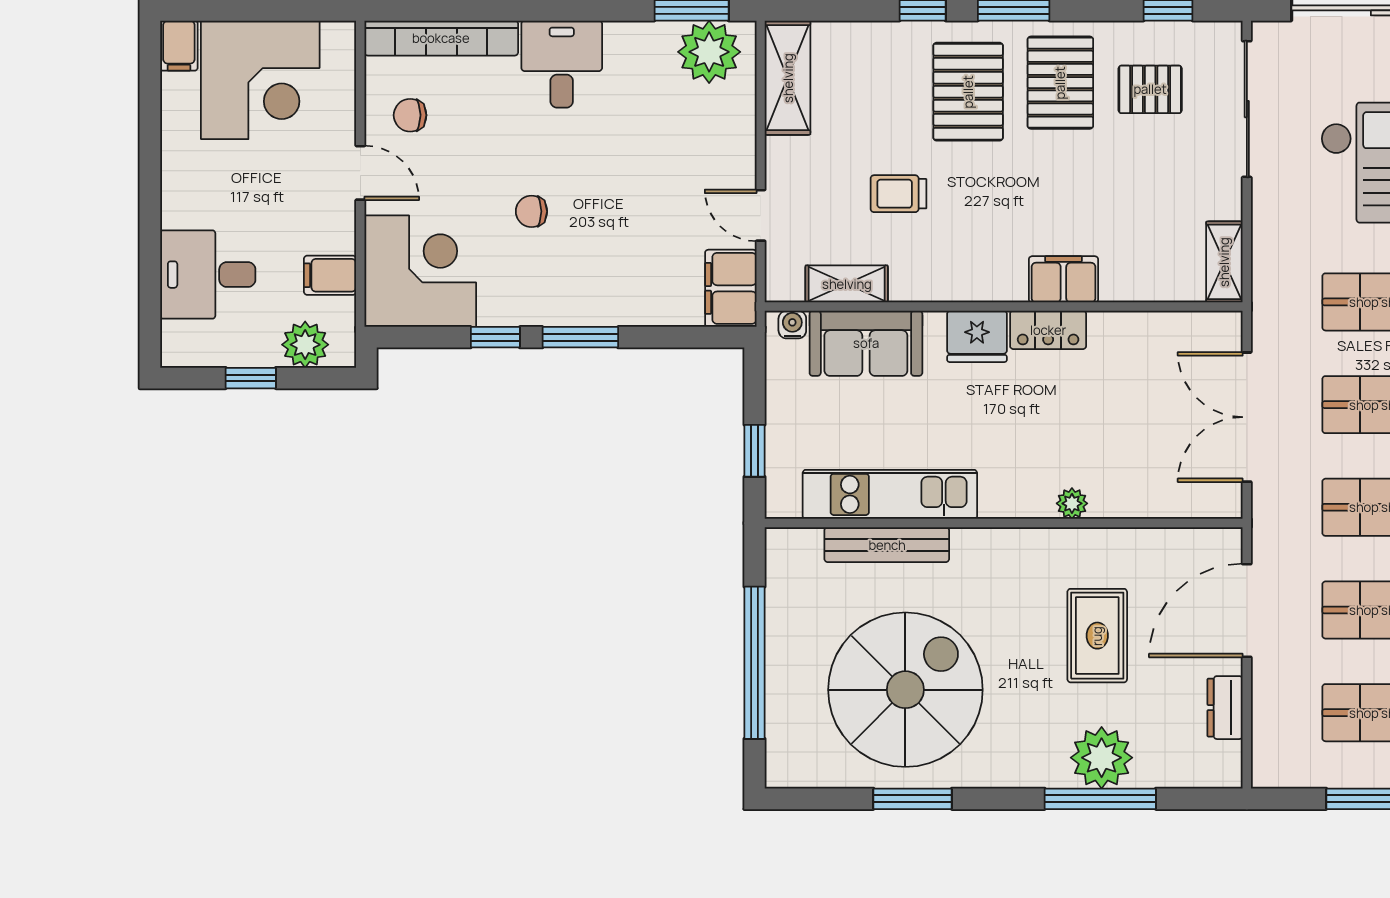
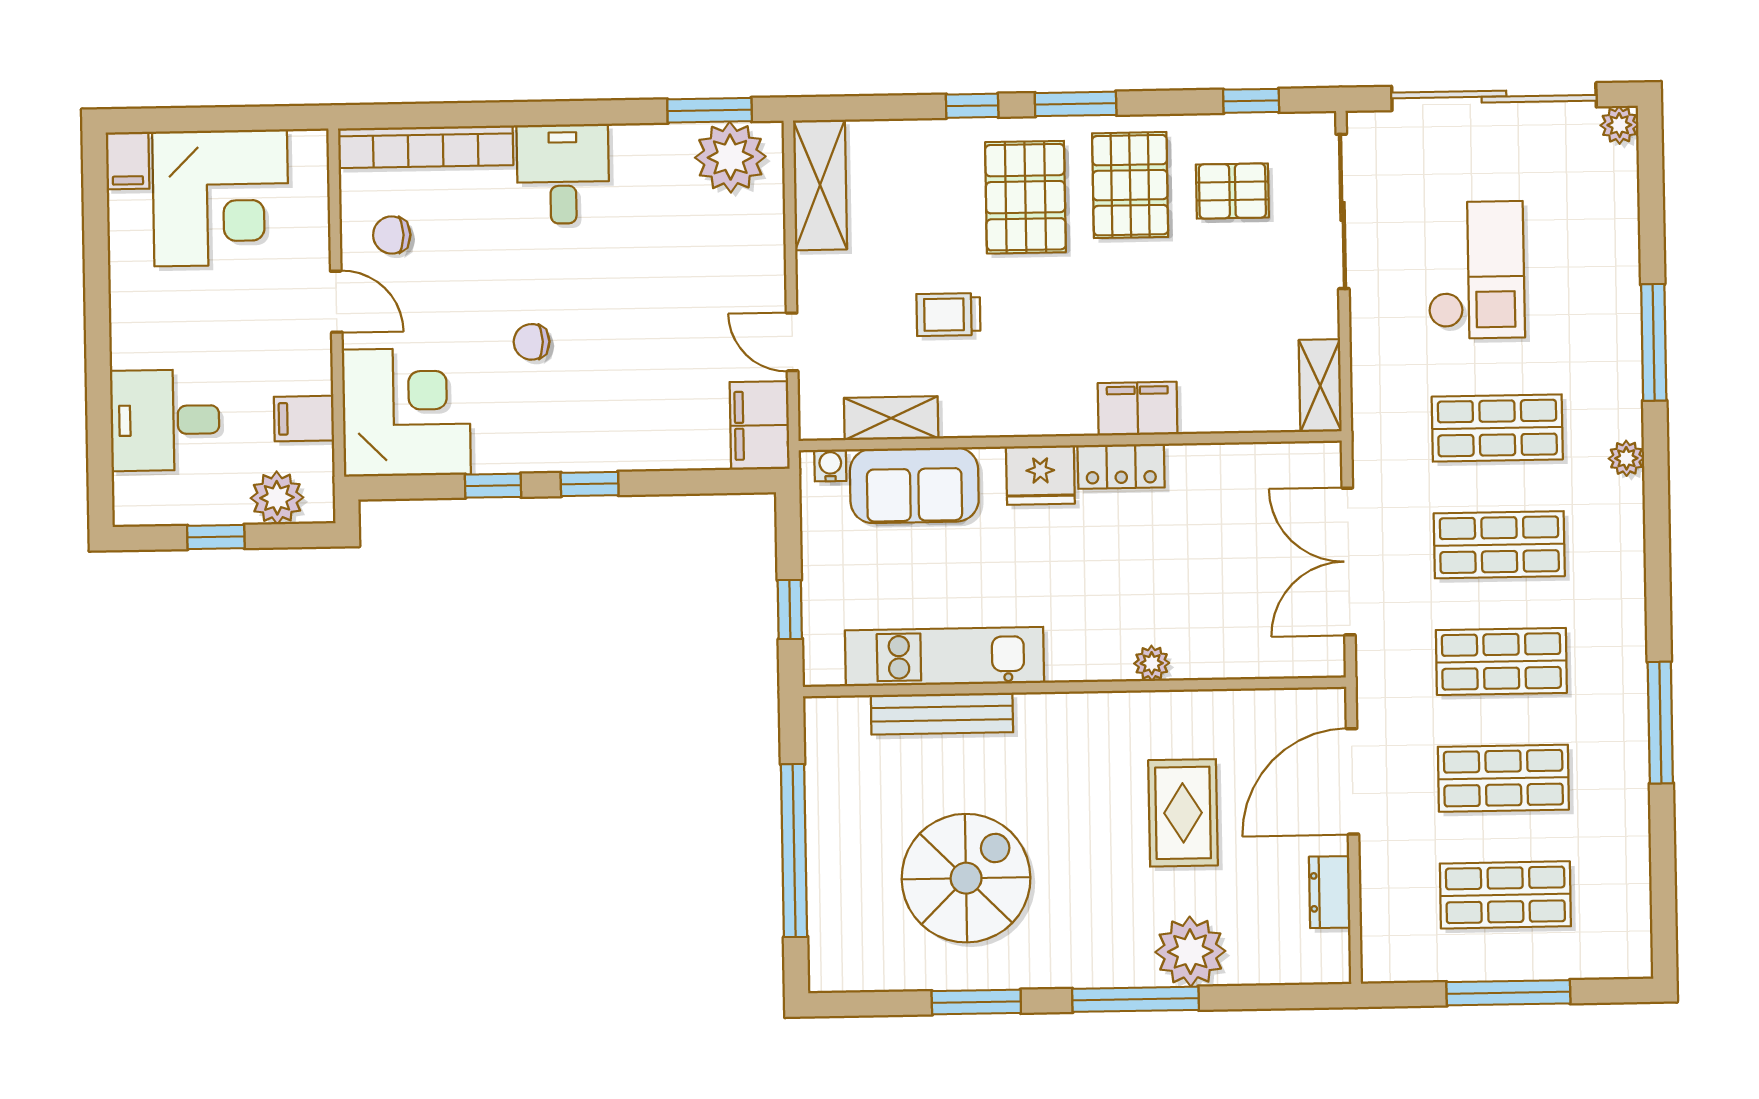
window: (580, 337) -> (590, 484), width x0.67
spiral stairs: (905, 690) -> (966, 878), width x0.73, depth x0.73
window: (1100, 799) -> (1135, 999), moved

